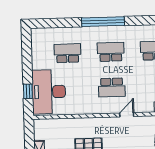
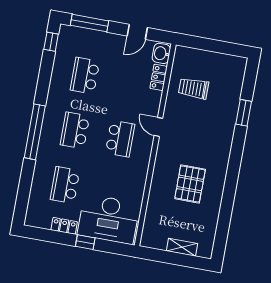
locker: (36, 59) -> (64, 226), added
window: (28, 91) -> (85, 242), moved

